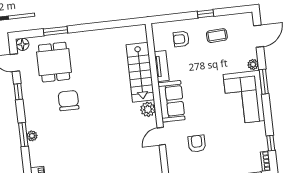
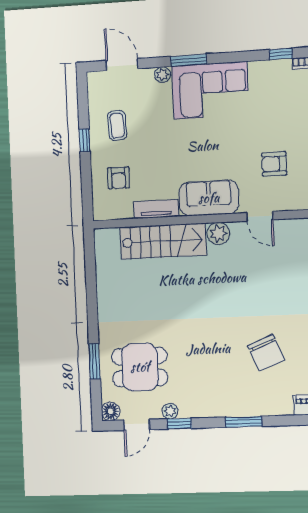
chair: (68, 101) -> (266, 353), moved, turned -112
plant: (32, 136) -> (170, 411), moved

